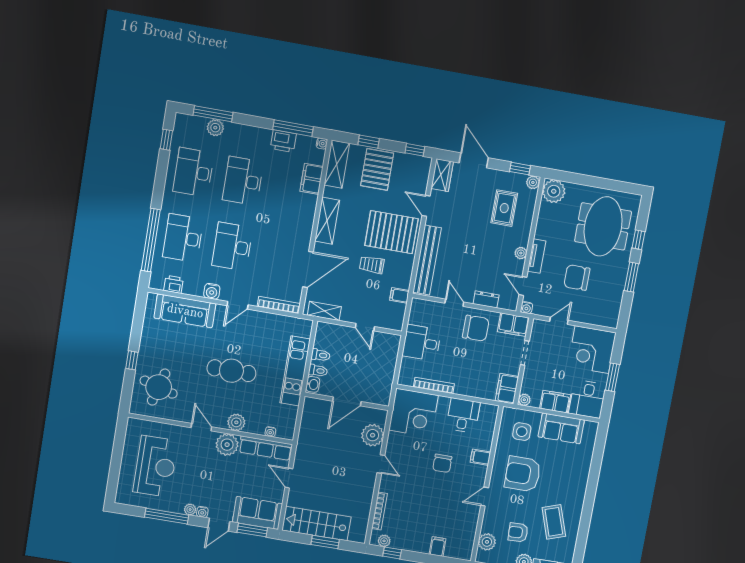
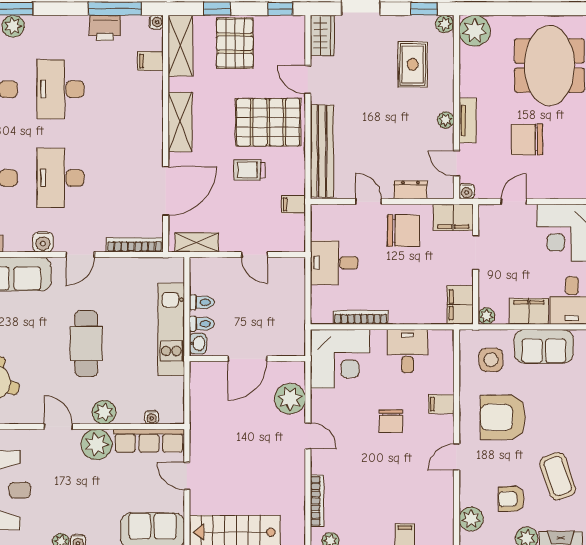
filing cabinet: (312, 179) -> (150, 61), width x0.50
cafe table: (231, 371) -> (86, 344), turned 90

